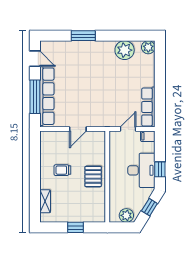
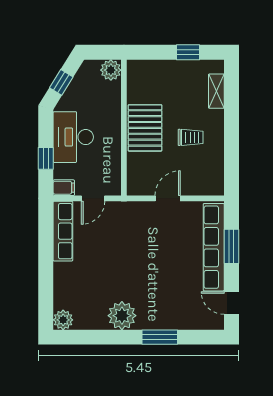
plant: (125, 50) -> (122, 316), moved
window: (35, 97) -> (231, 246), width x0.69
window: (160, 169) -> (46, 158), moved
pallet: (93, 176) -> (145, 128), width x1.50, depth x1.42
plant: (126, 215) -> (111, 70), moved
window: (75, 227) -> (188, 52), moved

